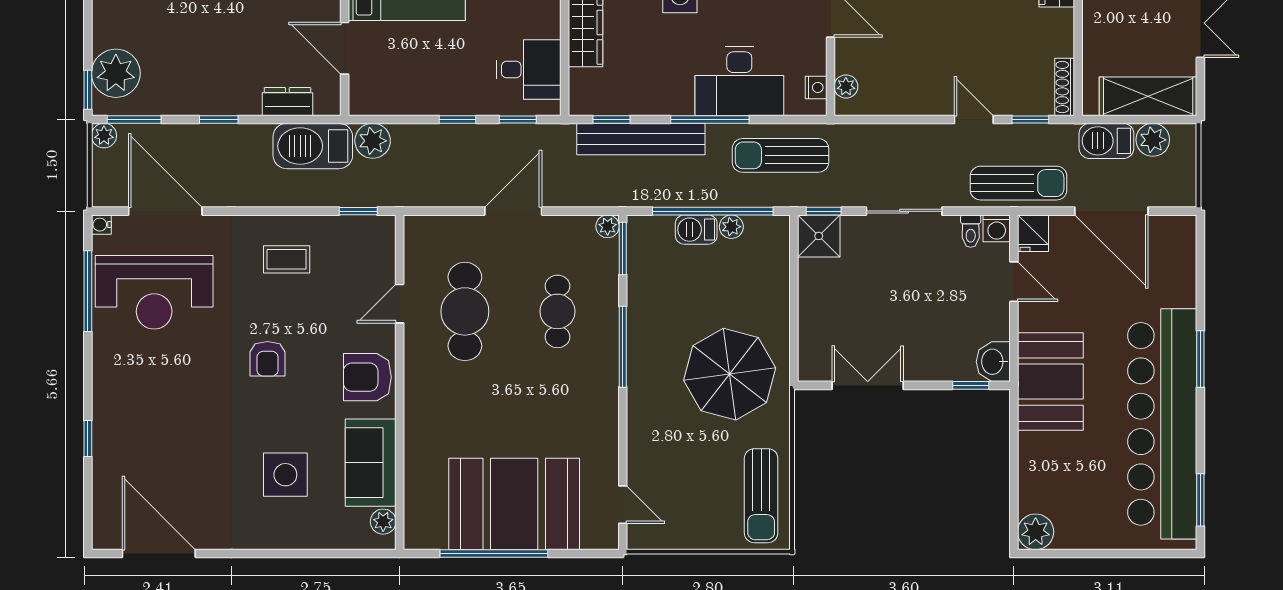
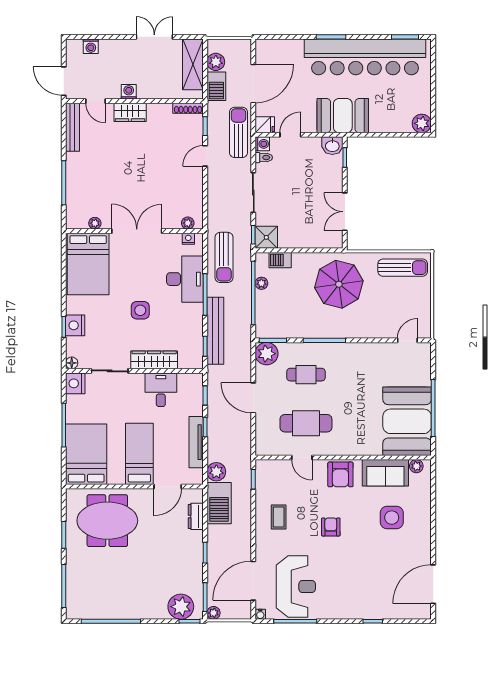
desk: (529, 70) -> (161, 390), moved
tv unit: (429, 103) -> (196, 442), added
plant: (608, 226) -> (267, 354), width x1.88, depth x1.88
barbecue: (696, 230) -> (280, 260), moved, turned 90
armchair: (268, 359) -> (331, 527), turned -90
booth: (514, 504) -> (407, 421), moved

